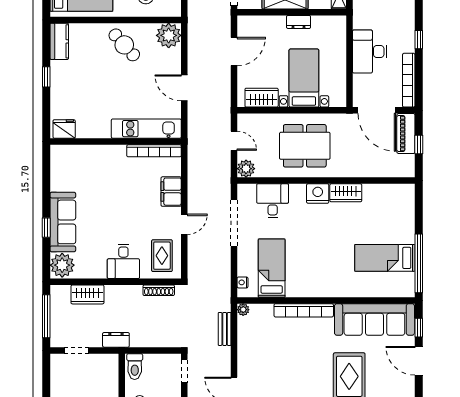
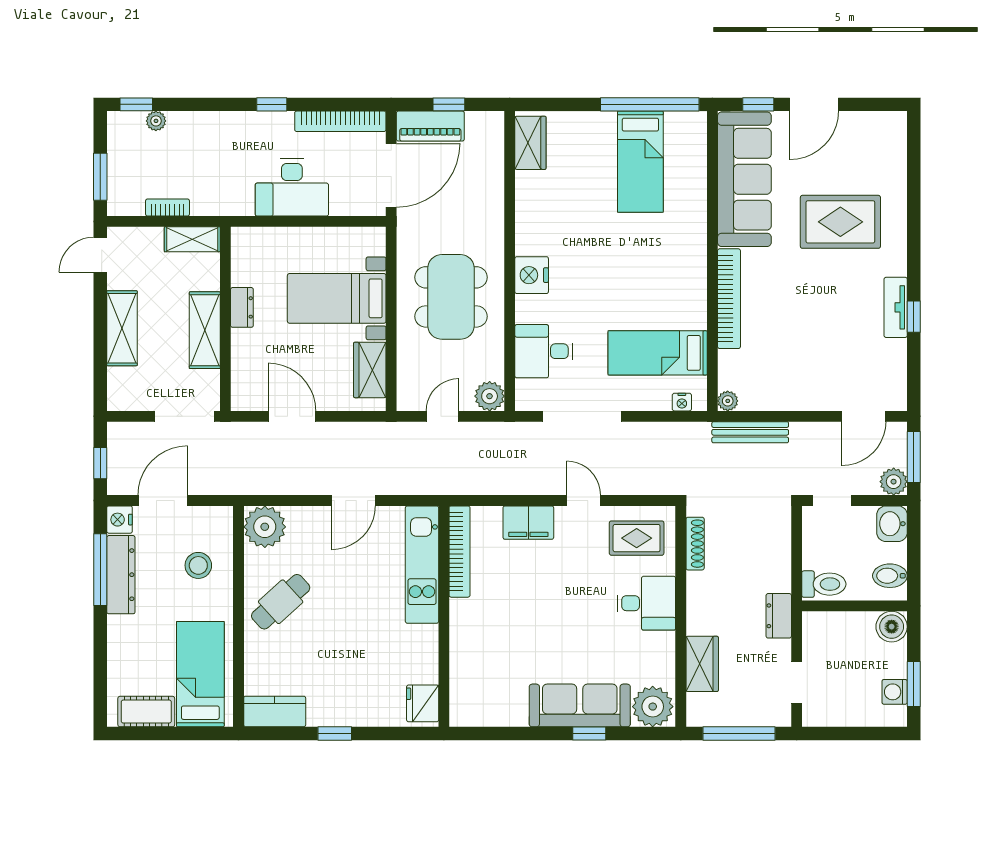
wardrobe: (346, 193) -> (530, 143), moved
bench: (225, 329) -> (750, 432), width x1.36

